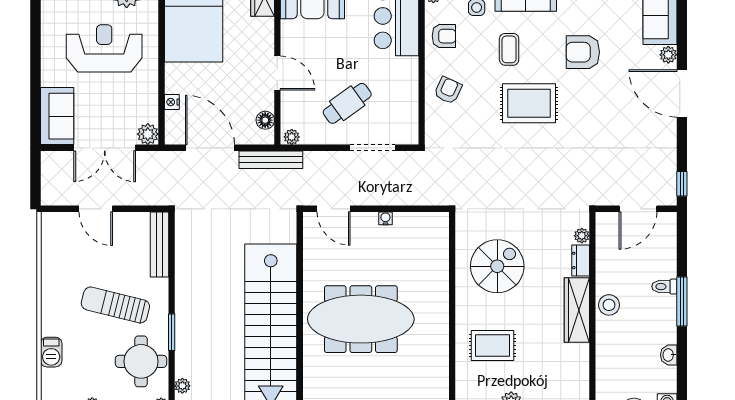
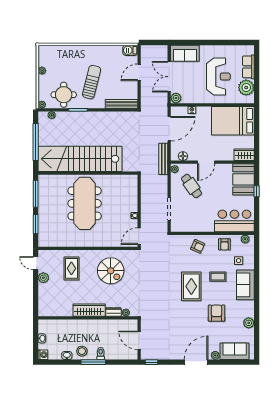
cafe table: (347, 103) -> (191, 186), moved
door: (334, 209) -> (139, 236), moved
stool: (609, 305) -> (82, 351), moved
barbecue: (51, 352) -> (130, 50), moved

